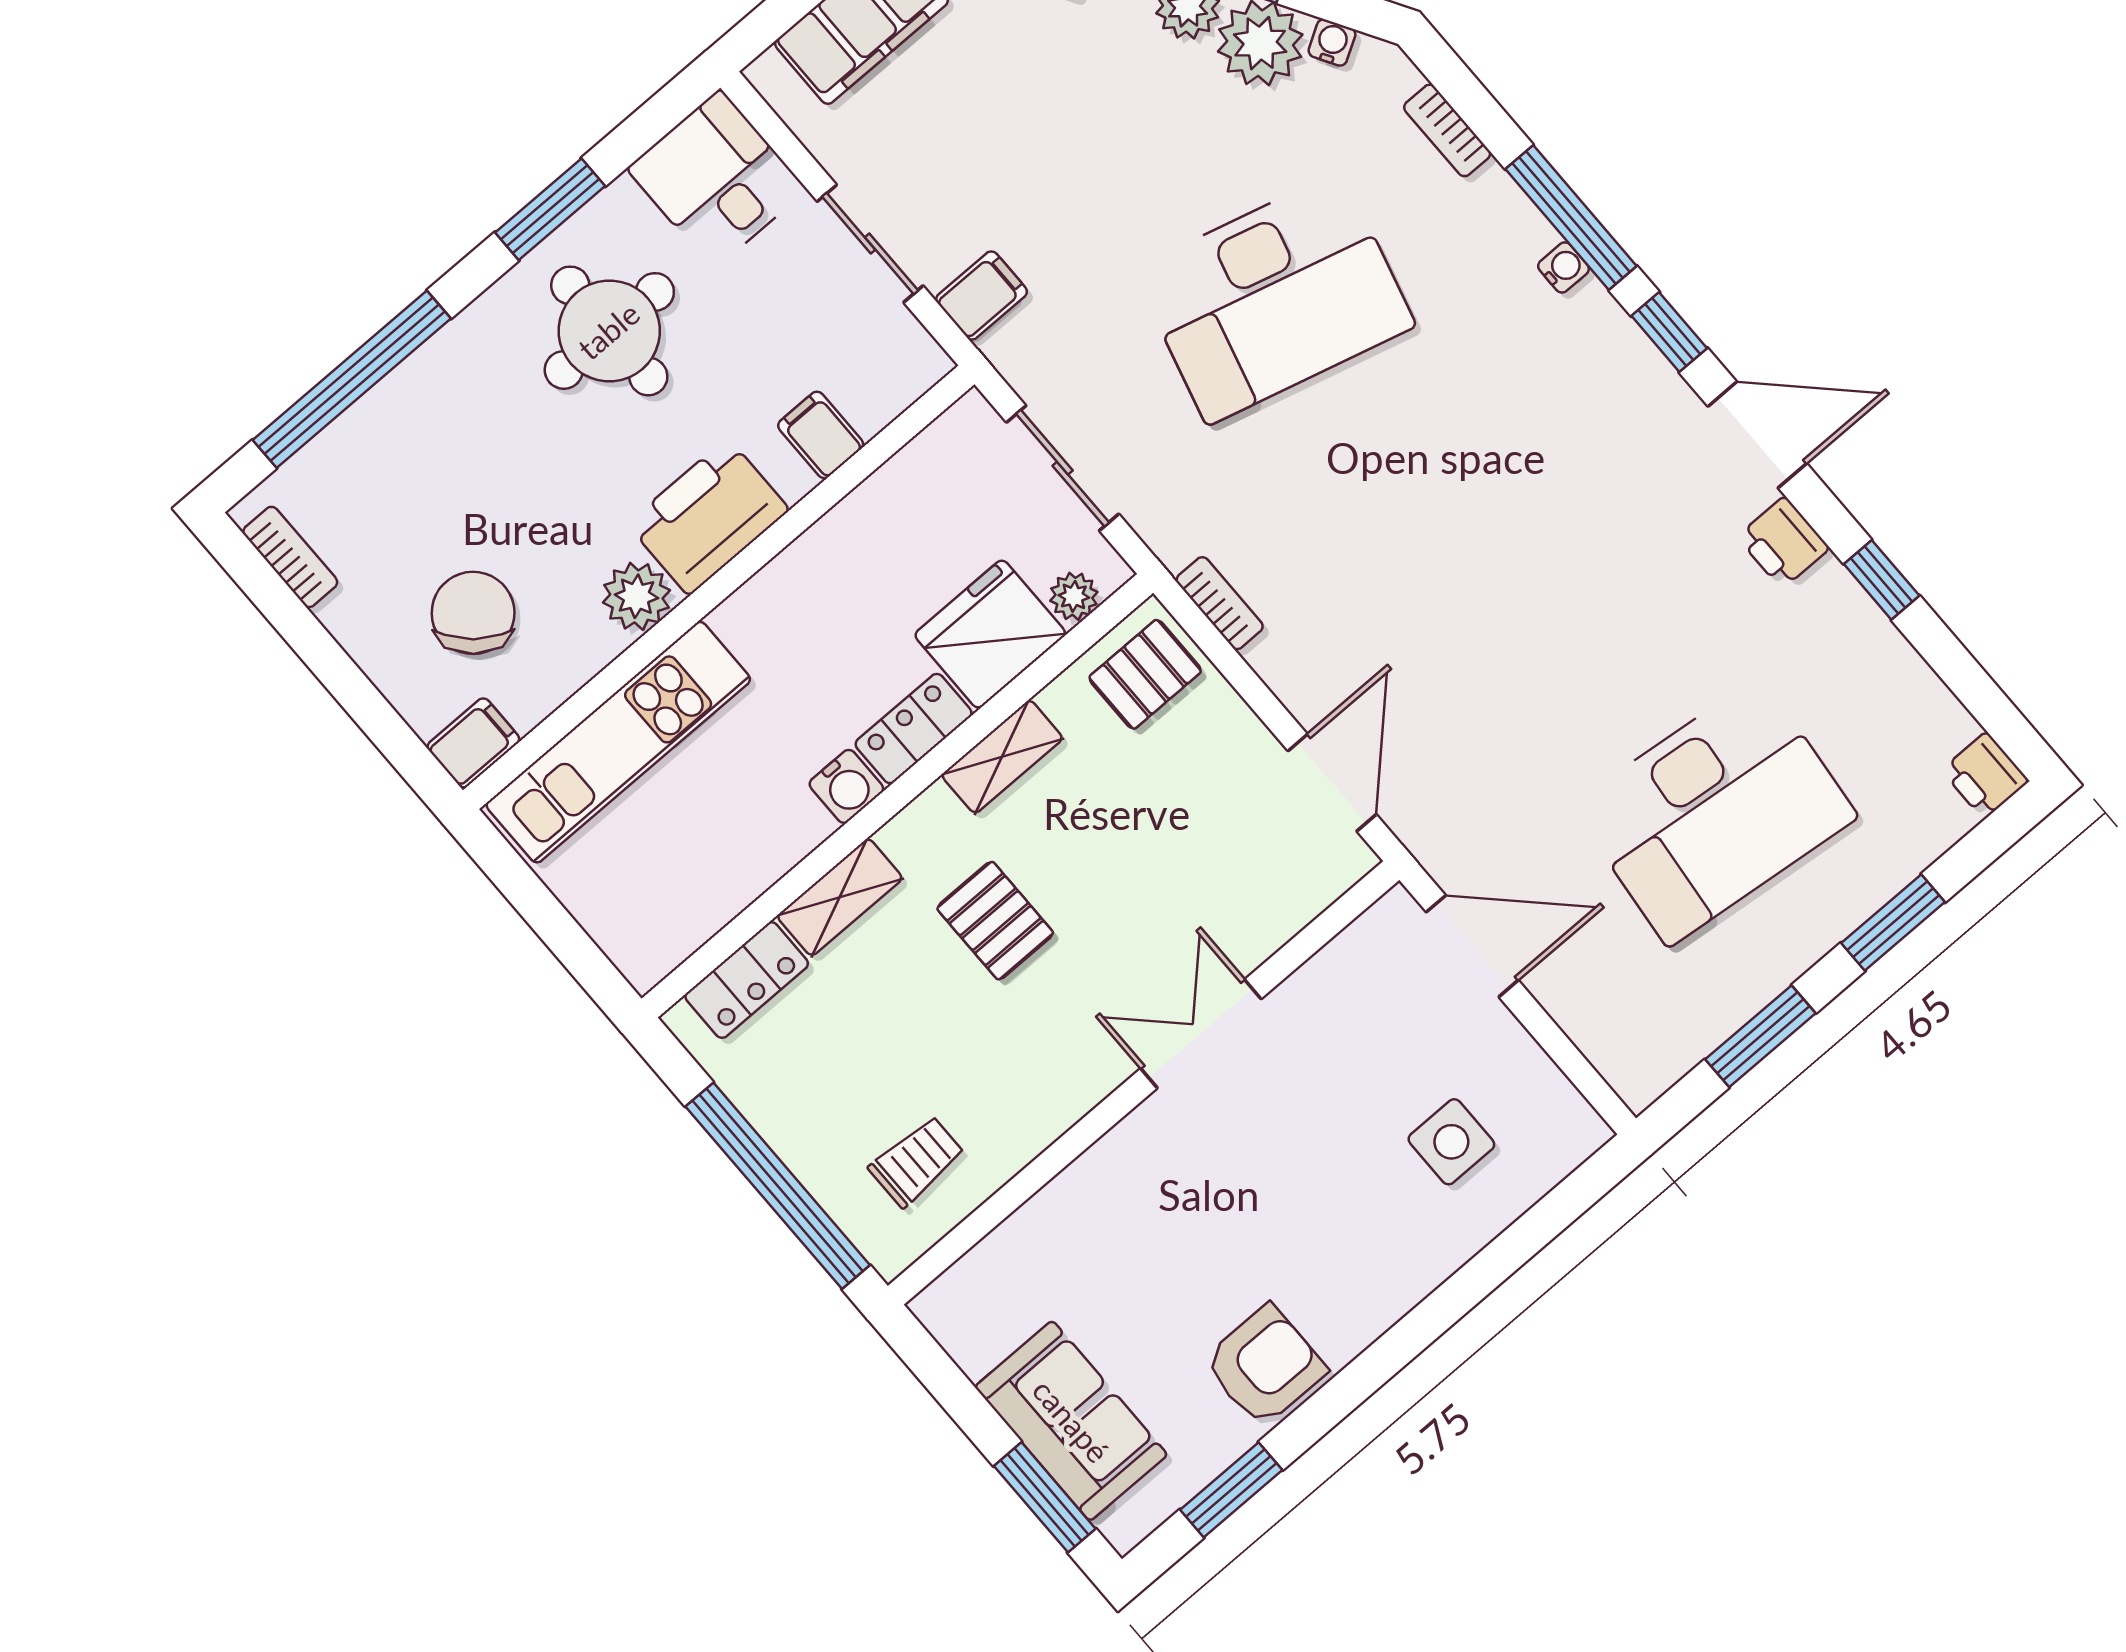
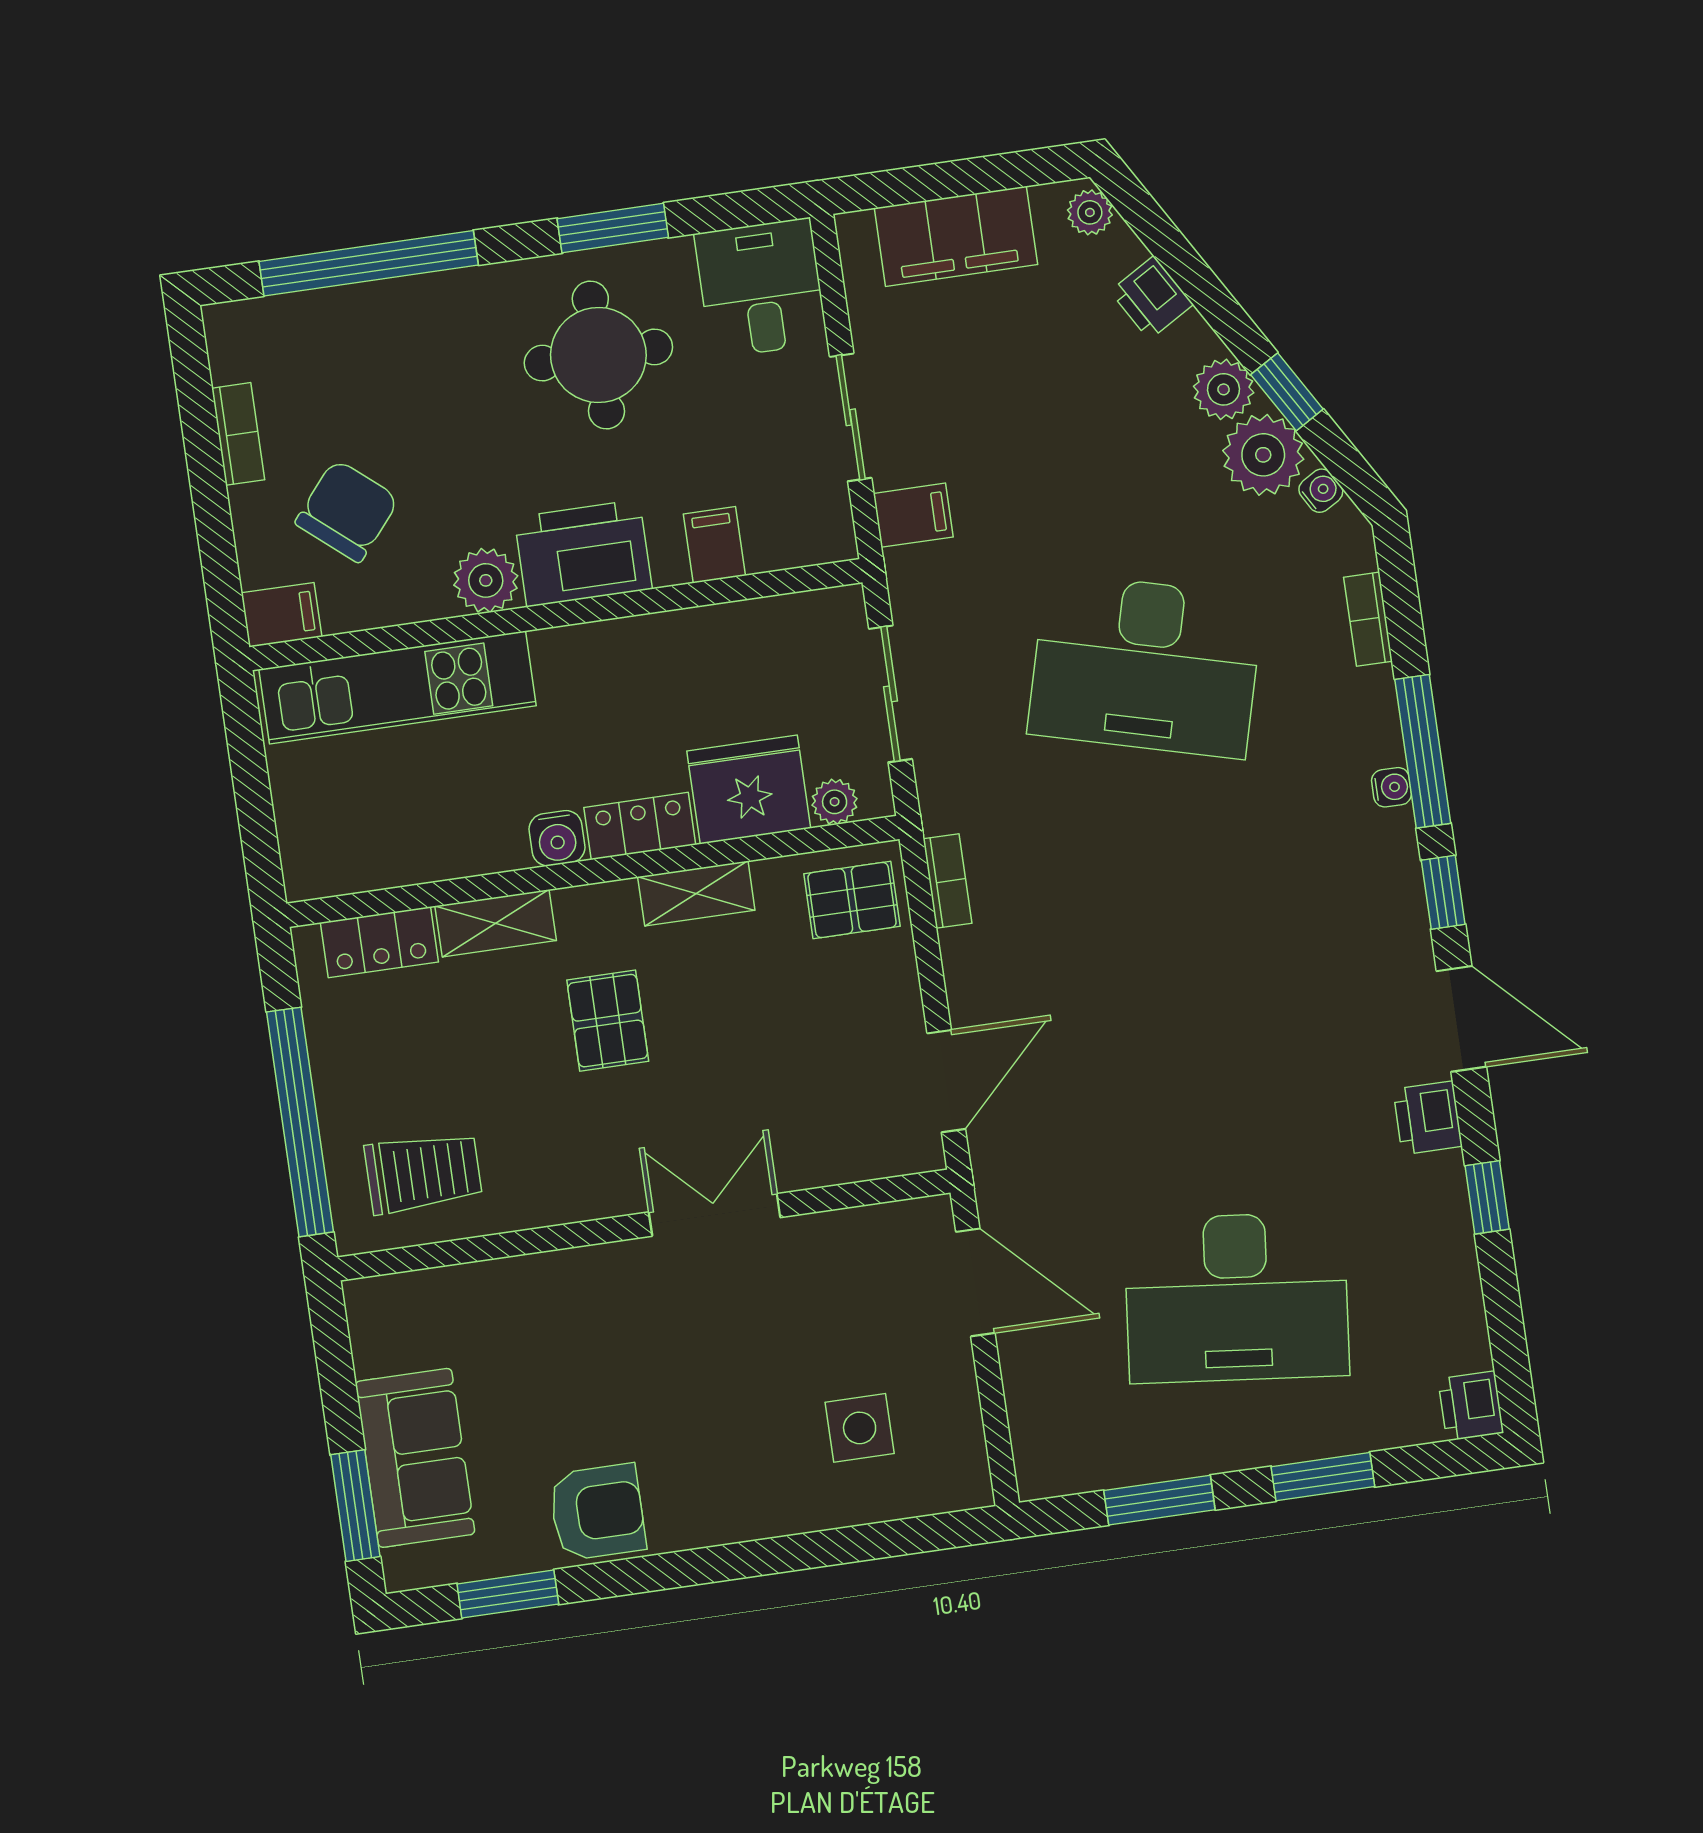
bookcase: (290, 557) -> (238, 434), moved
trolley: (917, 1161) -> (423, 1173), width x1.36, depth x1.39

